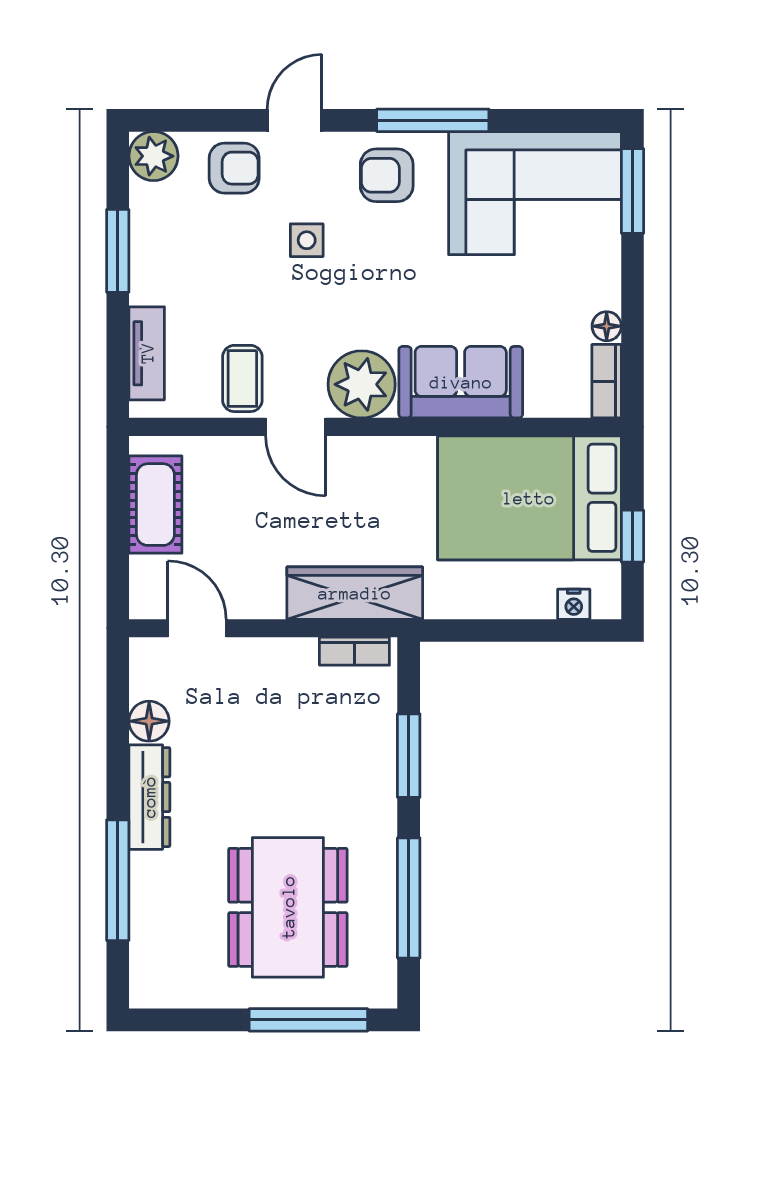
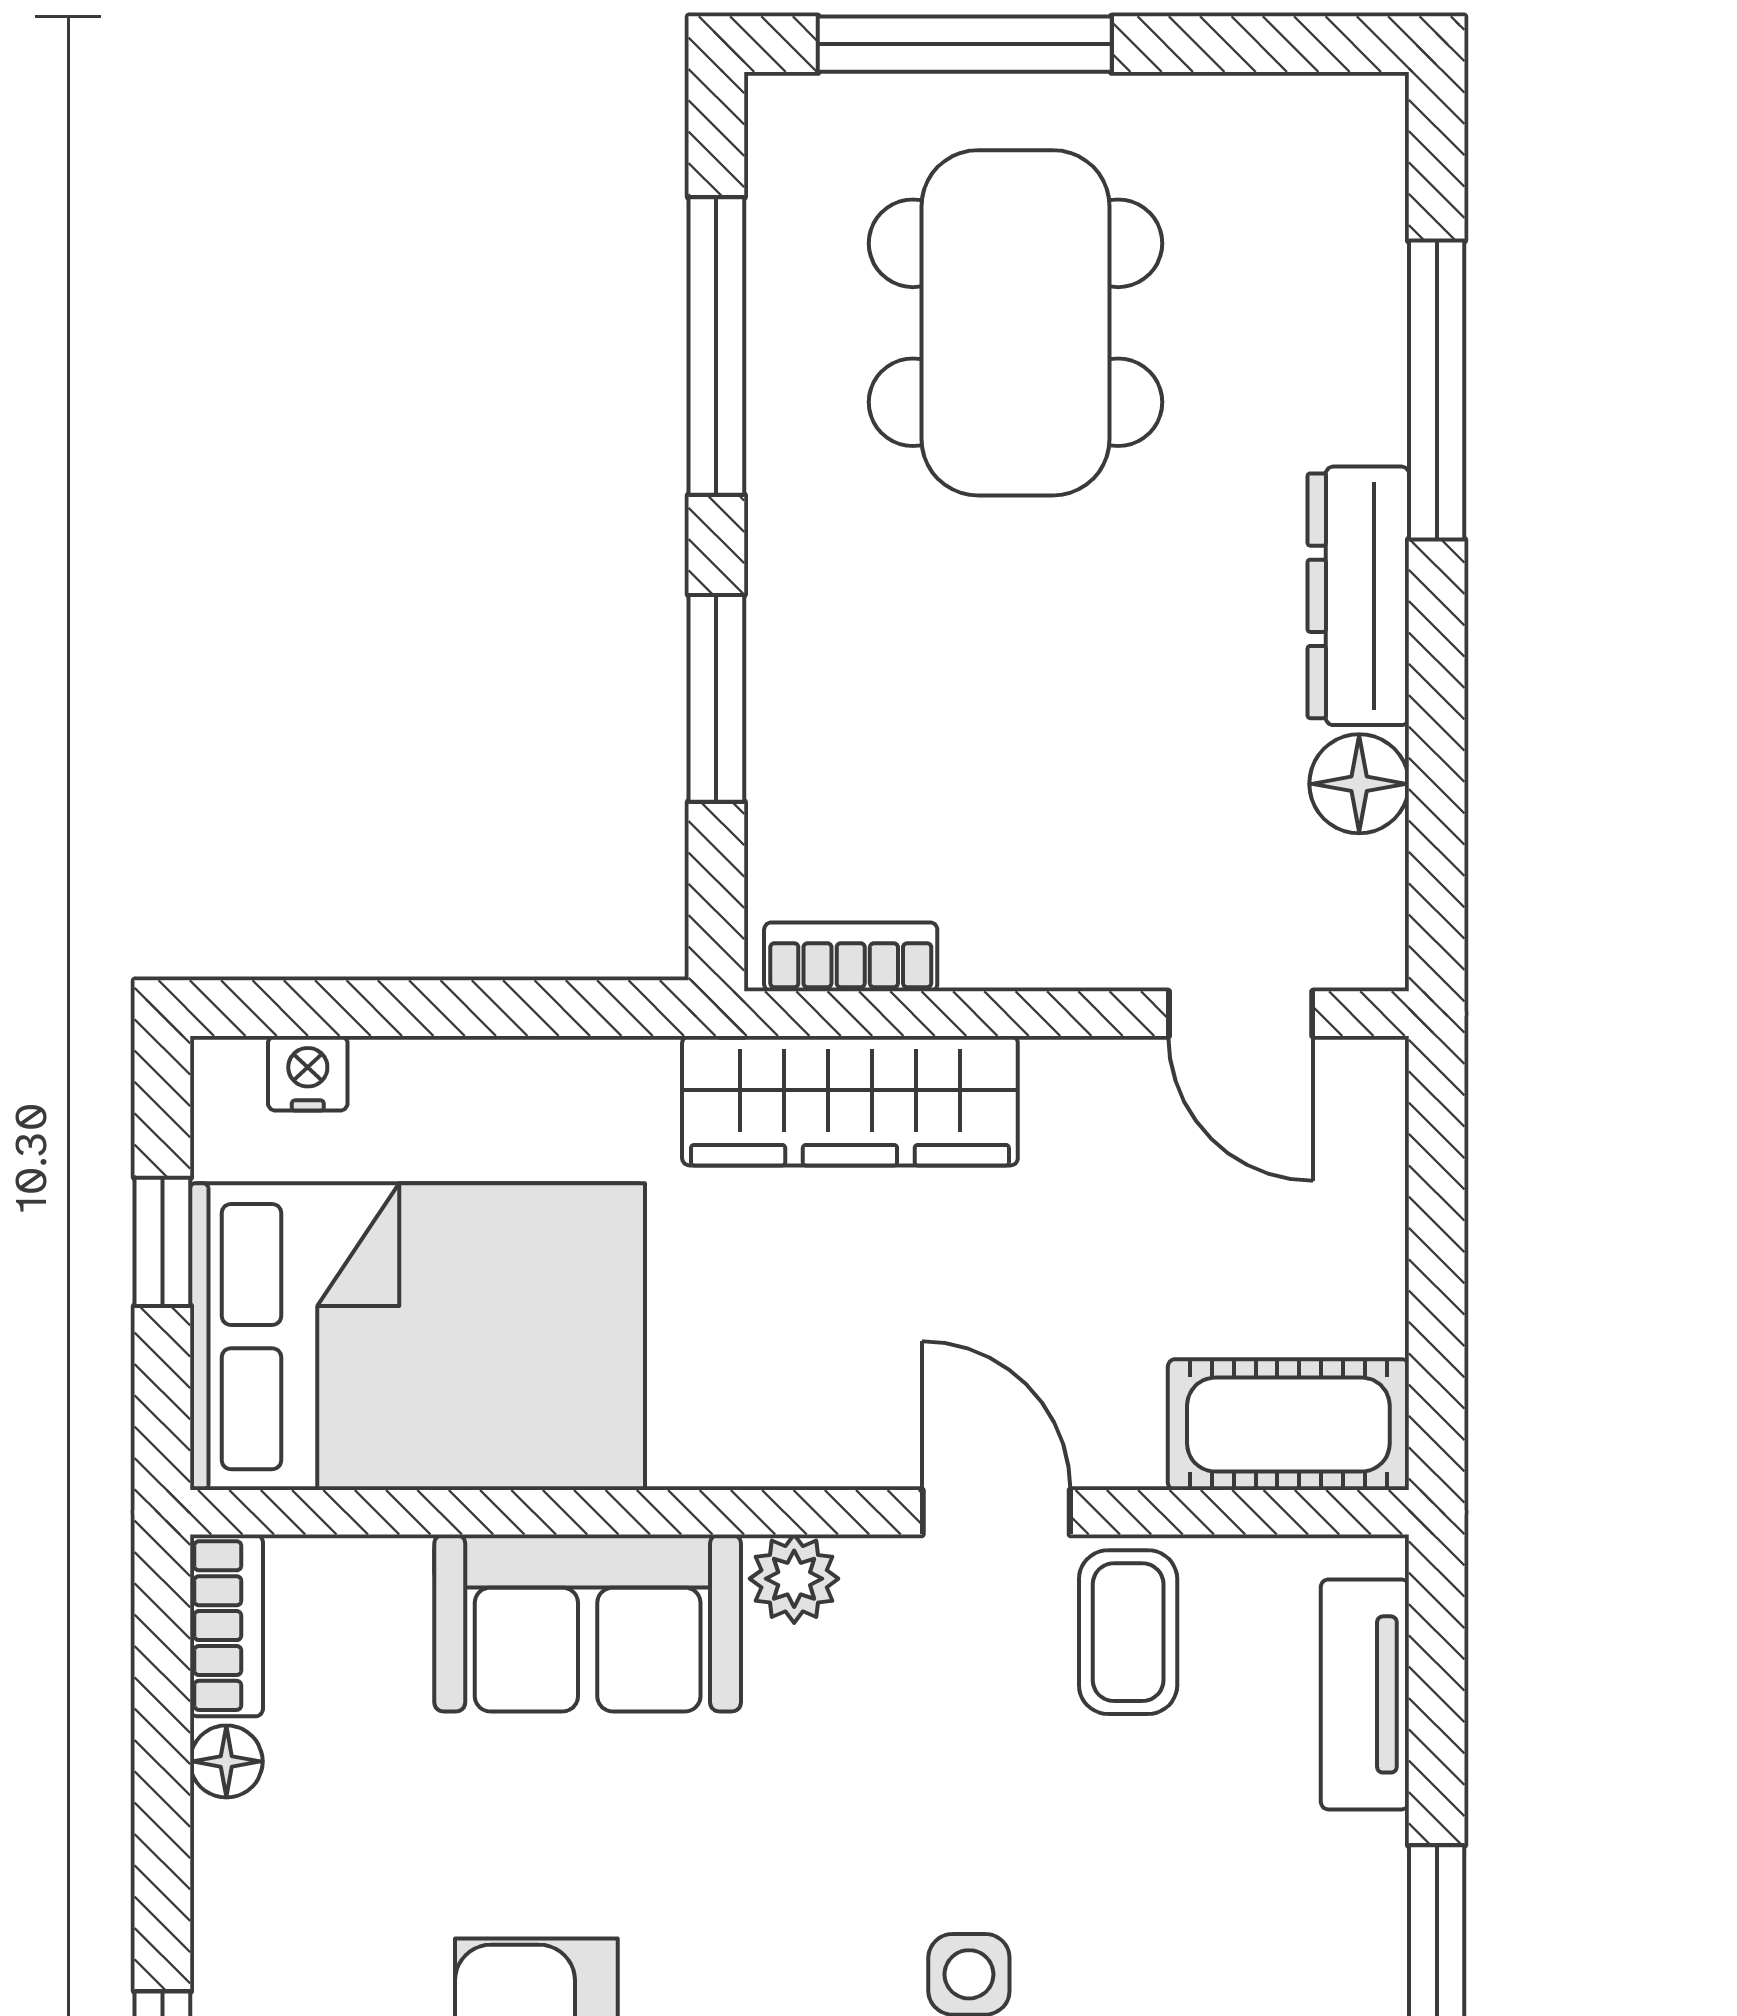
plant: (362, 384) -> (794, 1579), width x0.53, depth x0.53
cot: (155, 505) -> (1288, 1425), moved, turned 90

